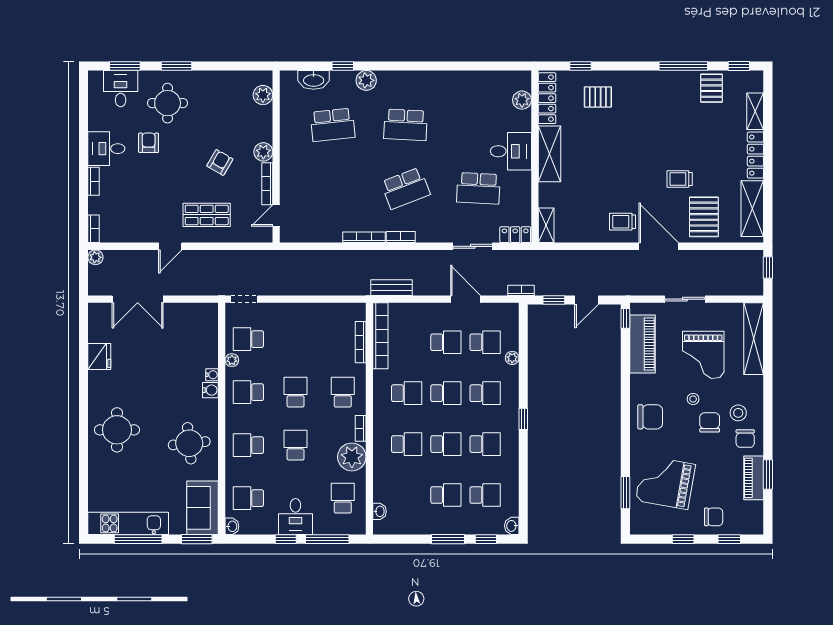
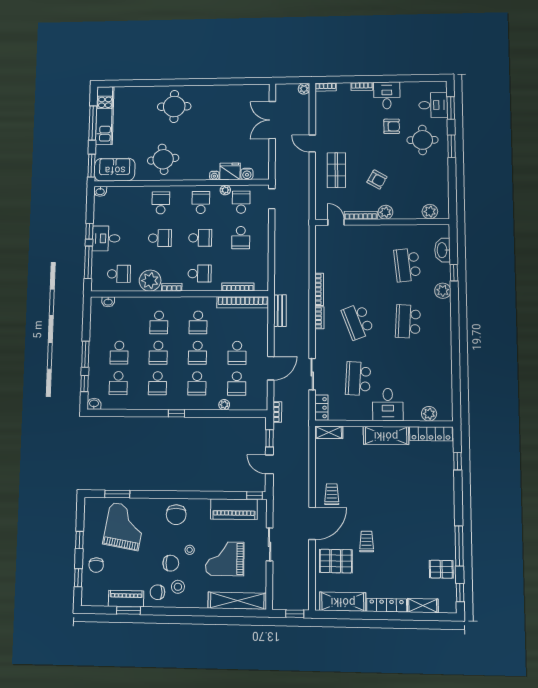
pallet: (598, 97) -> (432, 475), removed
fridge: (99, 357) -> (230, 171), moved, turned 180
water cooler: (210, 390) -> (247, 174), moved
school desk: (248, 498) -> (241, 238), moved, turned 180

